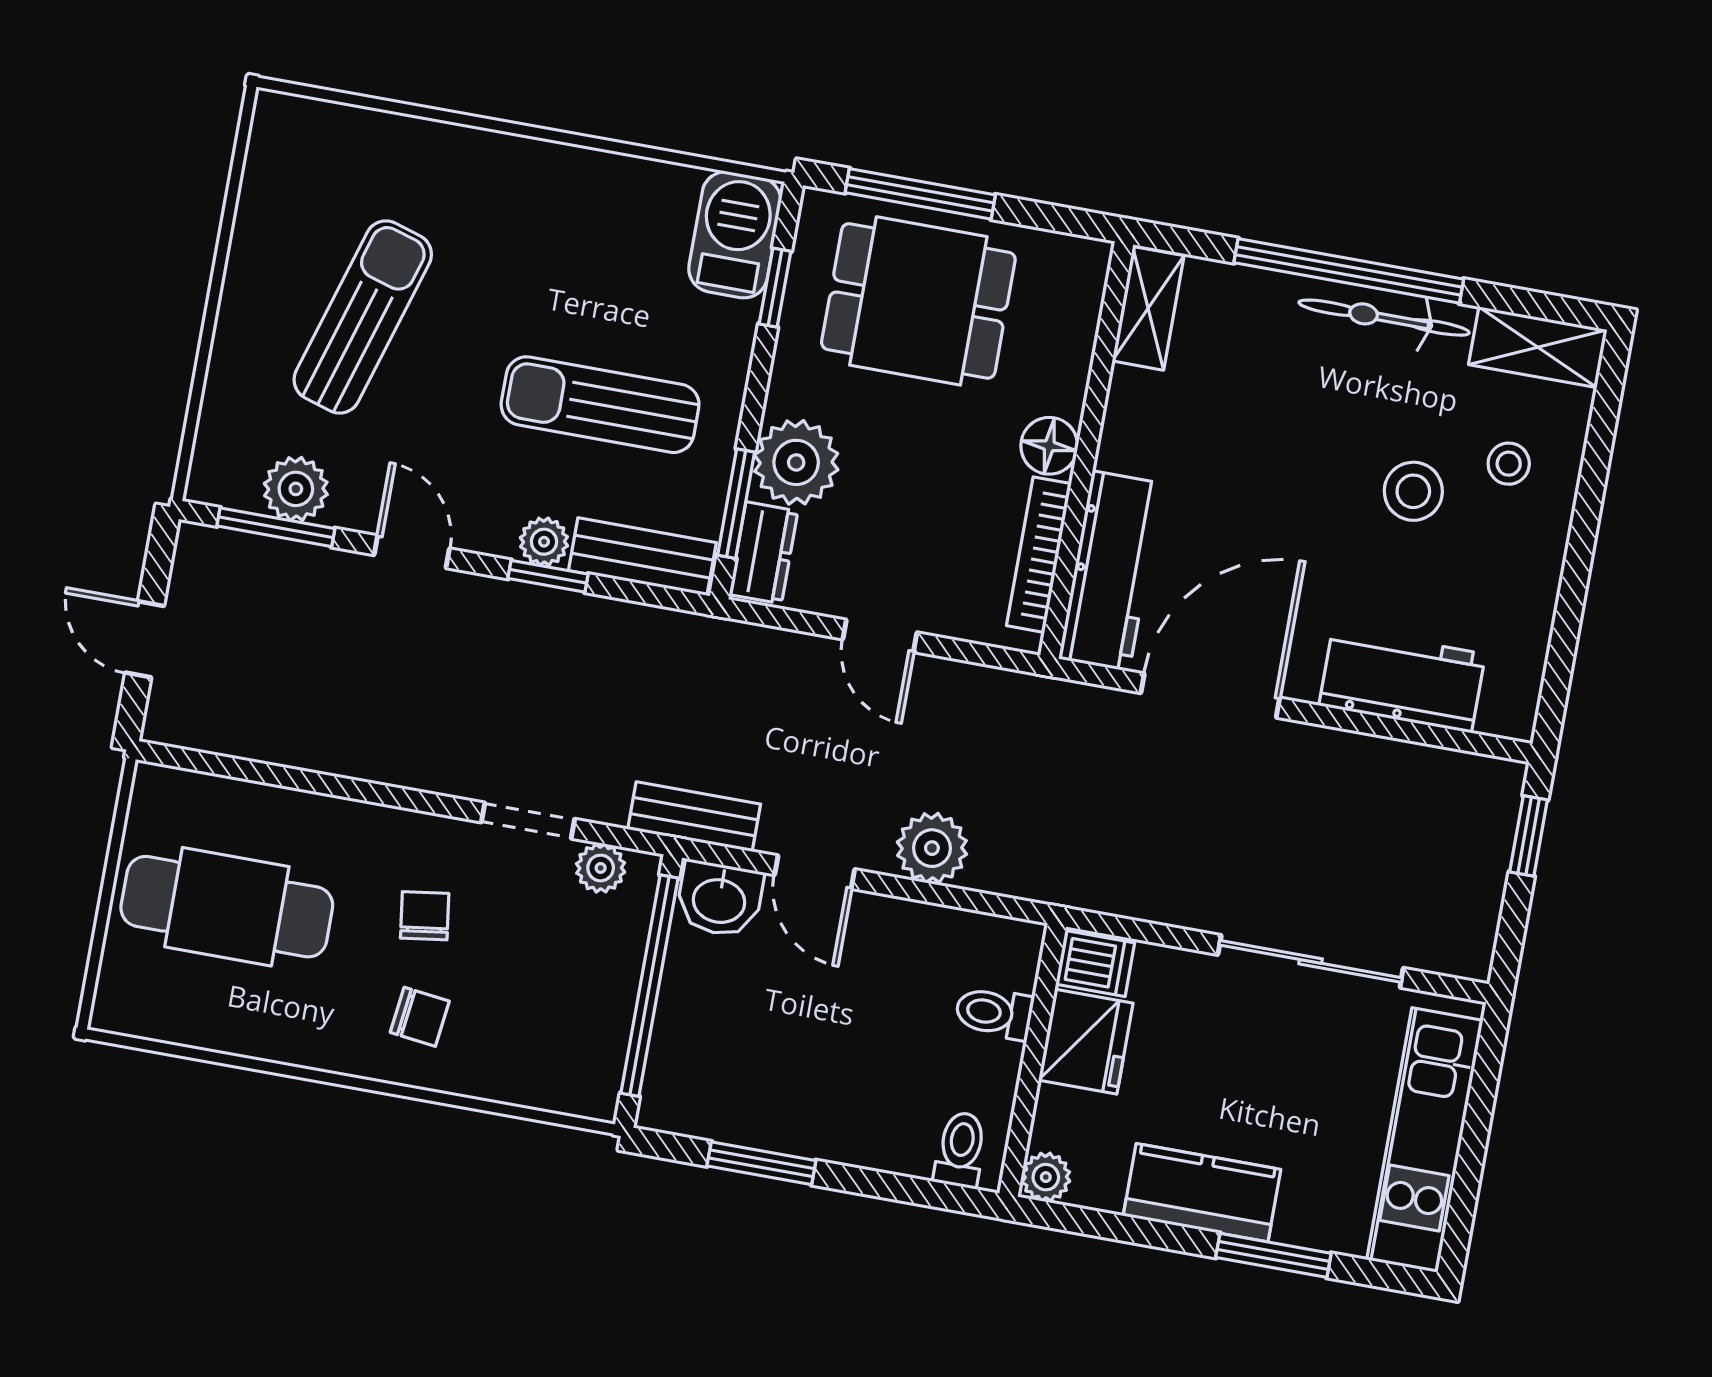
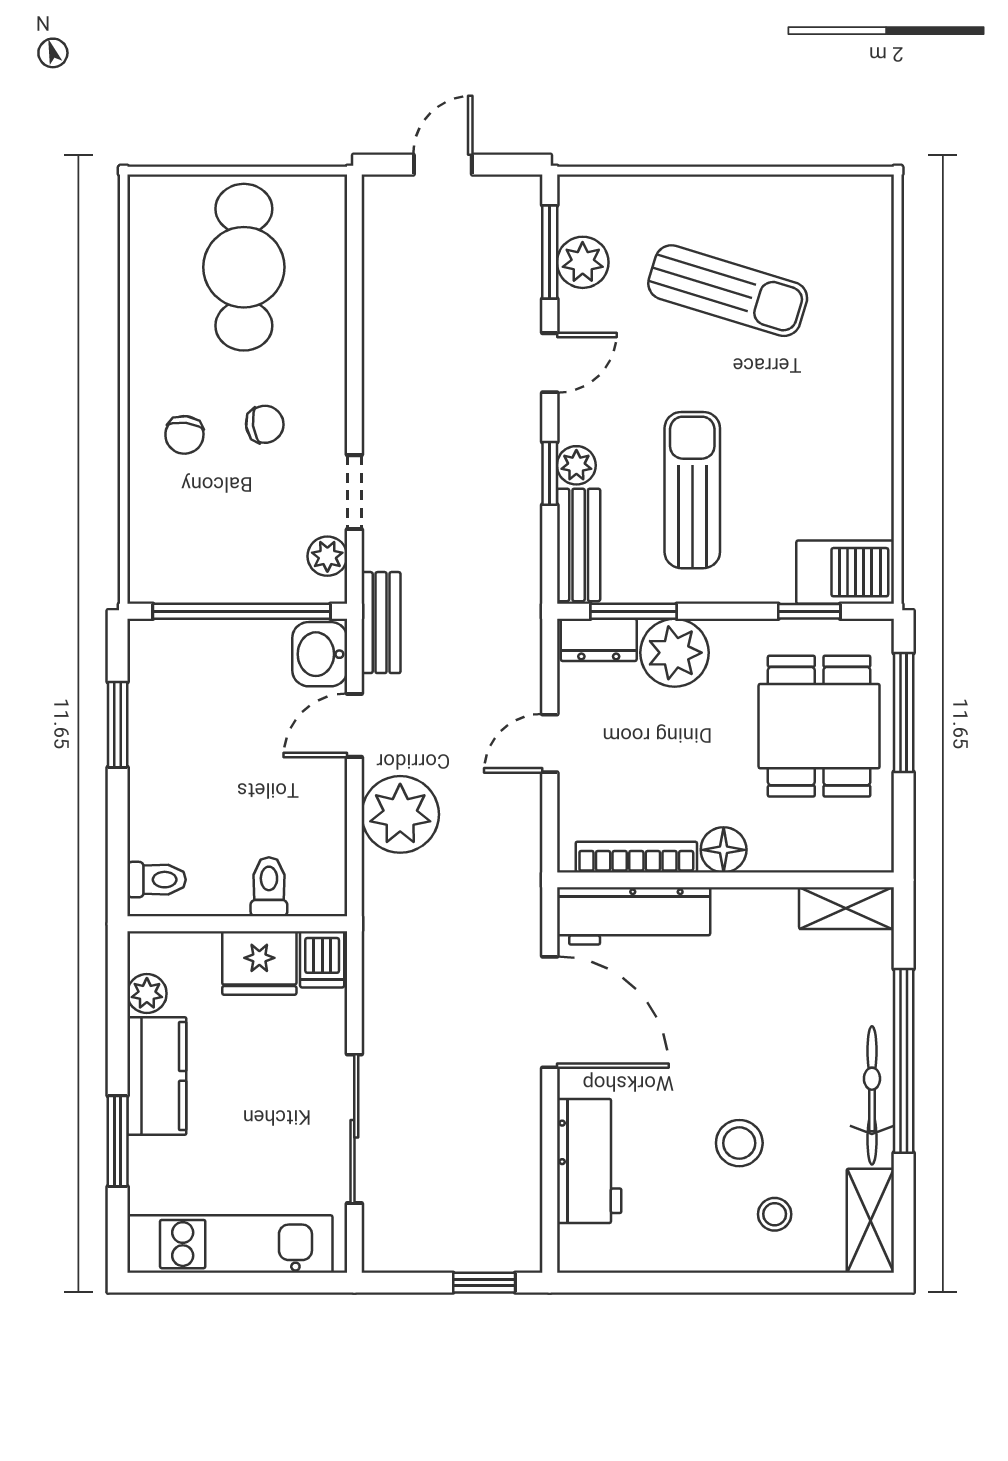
plant: (932, 848) -> (400, 814), width x1.36, depth x1.36
plant: (1046, 1177) -> (147, 994), moved

